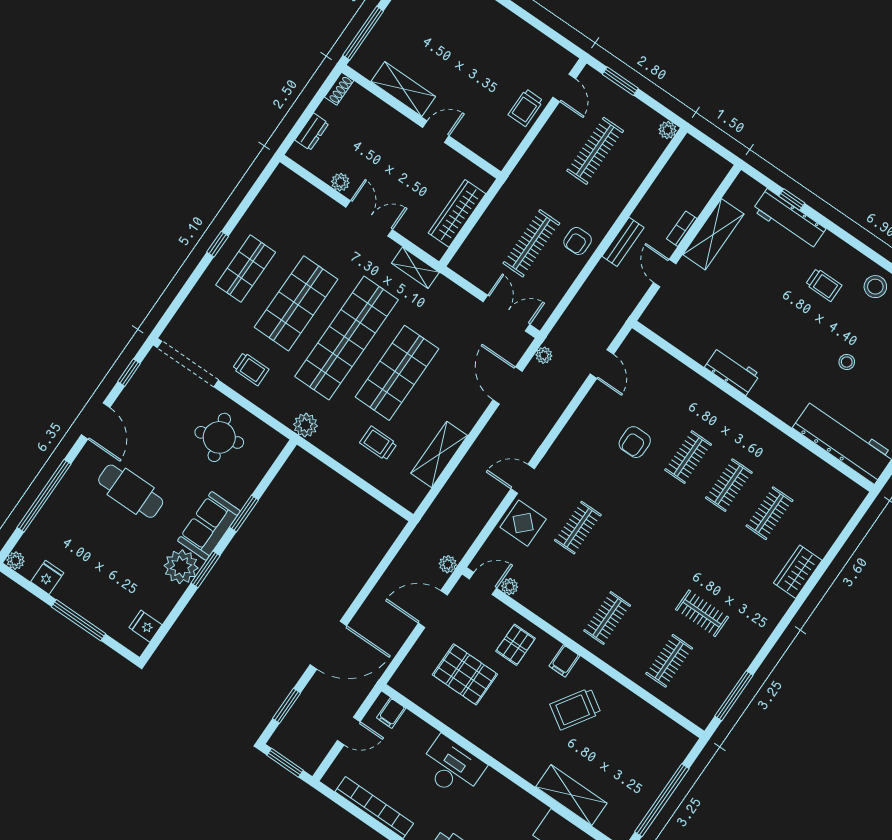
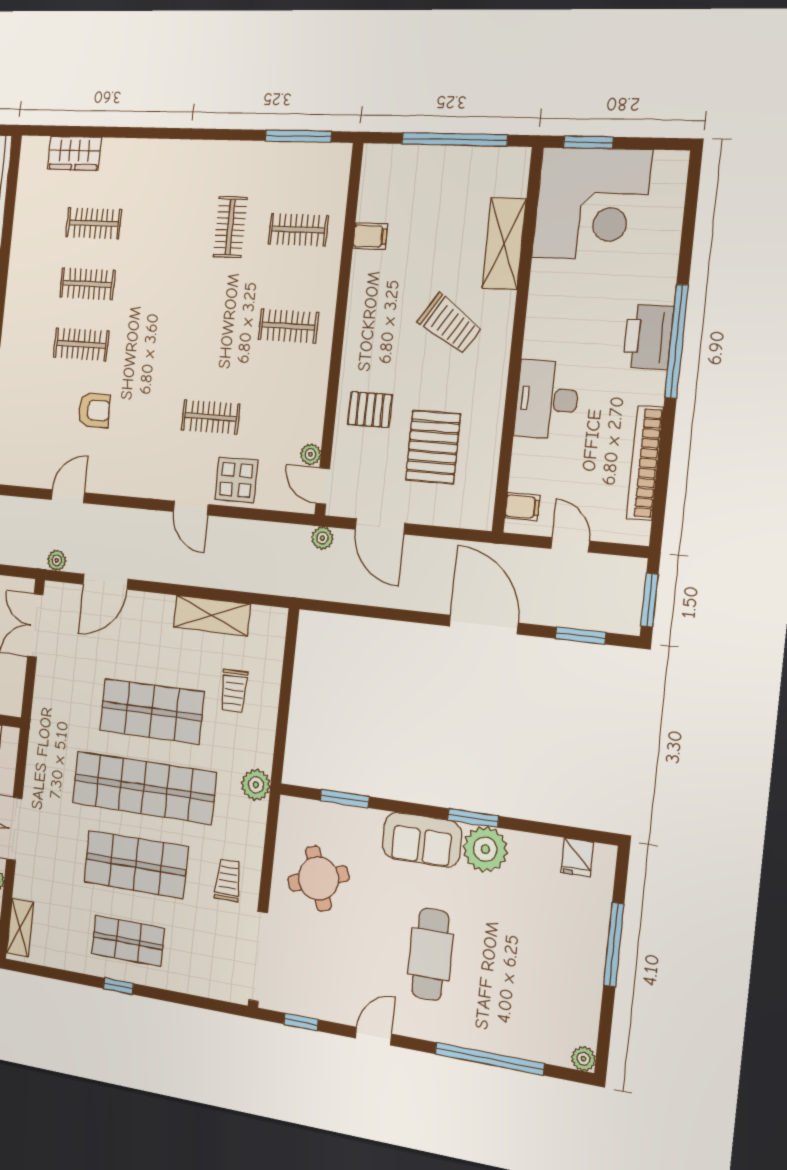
shelving: (415, 268) -> (20, 928), moved
door: (602, 364) -> (68, 496), moved
door: (96, 421) -> (373, 1036), width x0.73
window: (244, 514) -> (345, 799), moved
wardrobe: (798, 572) -> (74, 153), moved
fridge: (47, 577) -> (583, 1009), removed
filing cabinet: (564, 661) -> (370, 236), moved
trolley: (575, 709) -> (450, 324), moved

